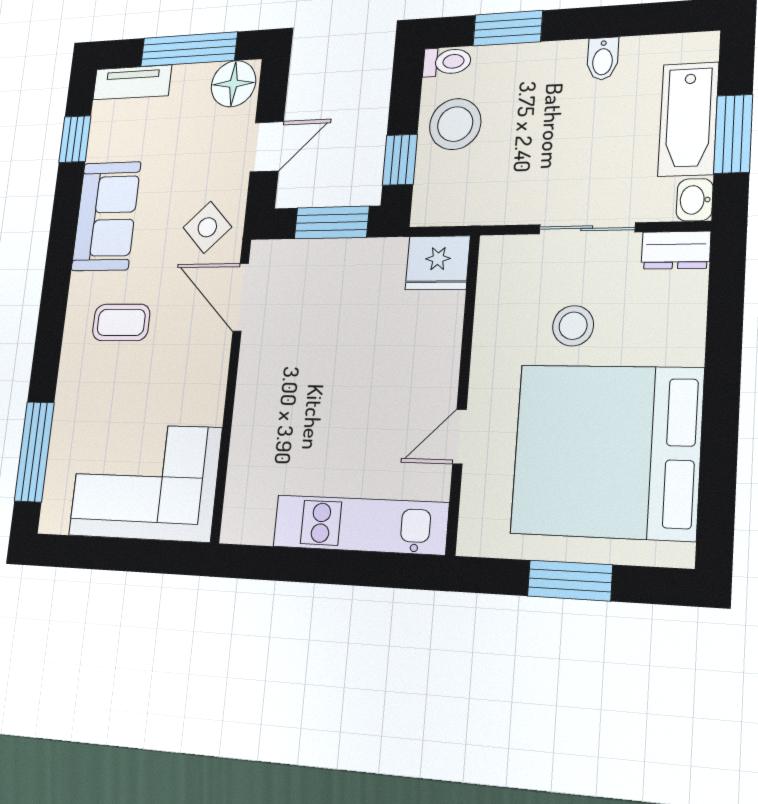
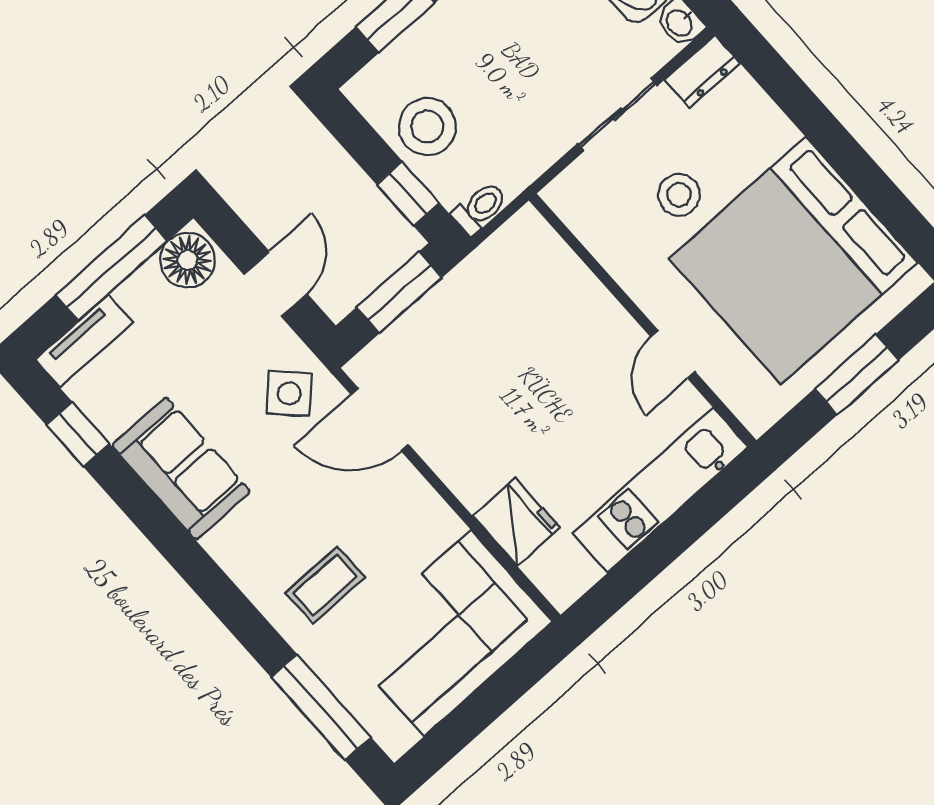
toilet: (447, 62) -> (480, 208), moved
fridge: (438, 263) -> (516, 522), moved, turned -90
coffee table: (121, 322) -> (325, 585), moved

